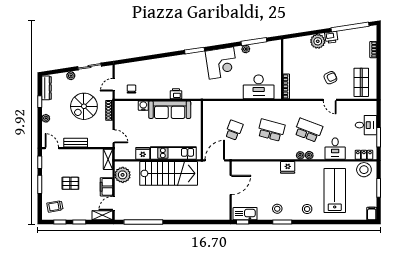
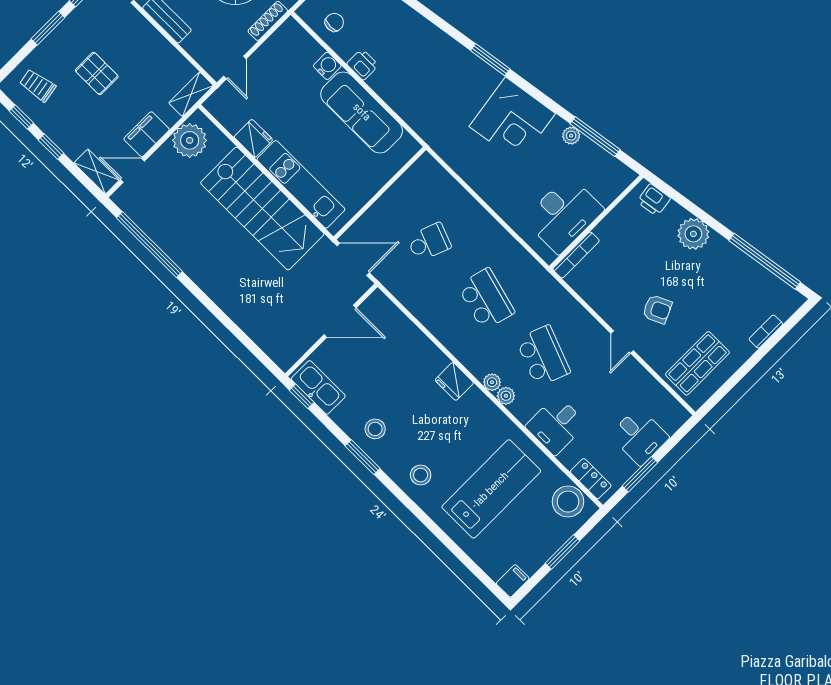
printer: (331, 37) -> (654, 200), moved
desk: (259, 87) -> (564, 215), moved, turned -90
printer: (176, 94) -> (363, 65), moved

